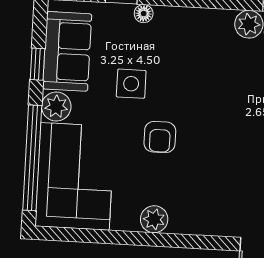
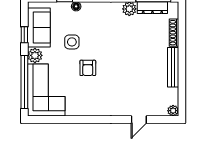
plant: (154, 219) -> (87, 109), removed

